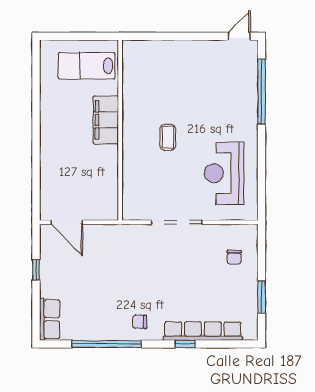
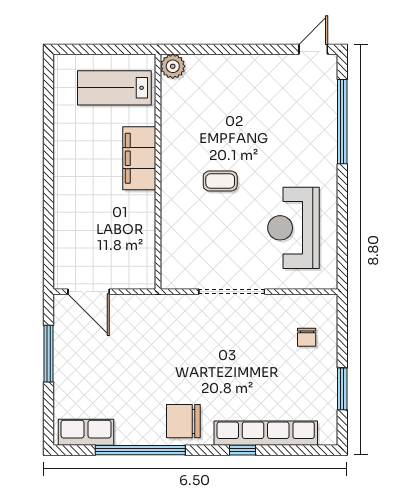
plant: (131, 49) -> (173, 66), added
coffee table: (168, 137) -> (220, 181), turned 90
window: (36, 270) -> (49, 354), width x2.17
row of seats: (50, 319) -> (86, 432), moved, turned -90
chair: (140, 322) -> (183, 421), width x1.87, depth x1.87

